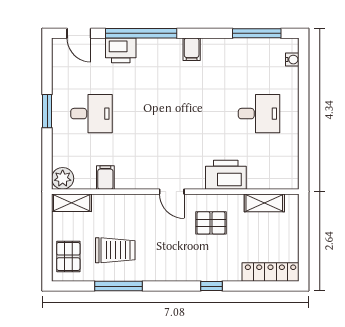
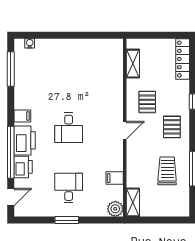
desk: (259, 114) -> (69, 128), moved, turned 180
printer: (226, 175) -> (25, 140), moved, turned 180
pallet: (68, 256) -> (172, 127), moved, turned 90

